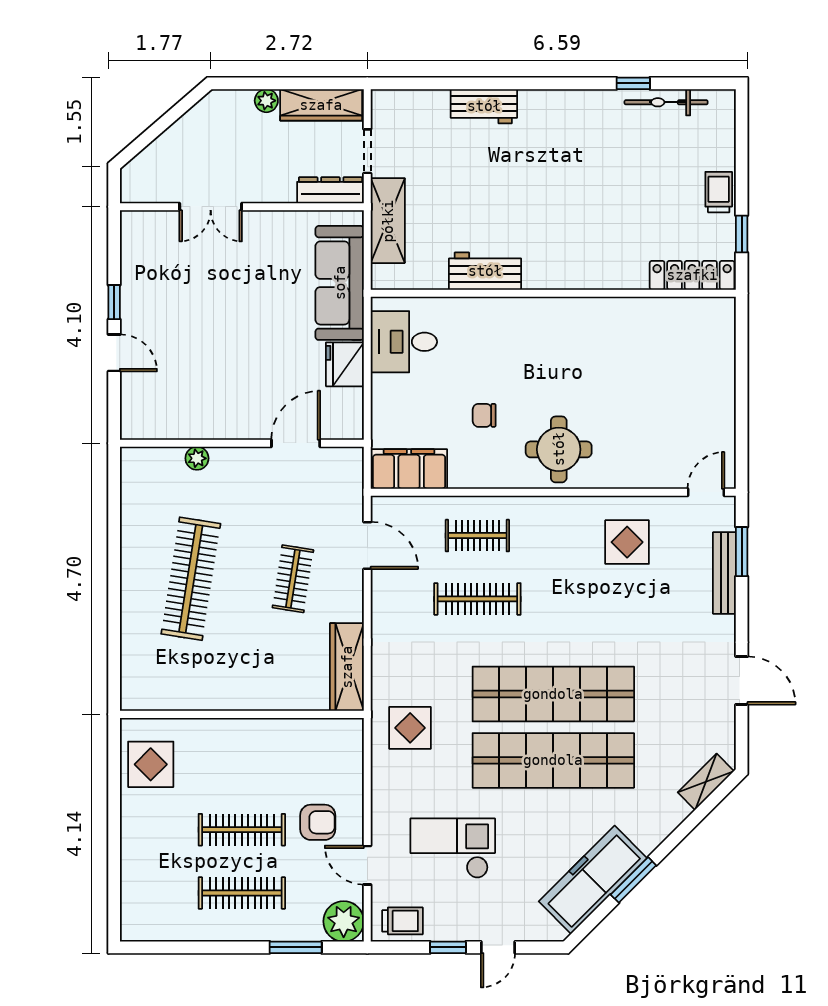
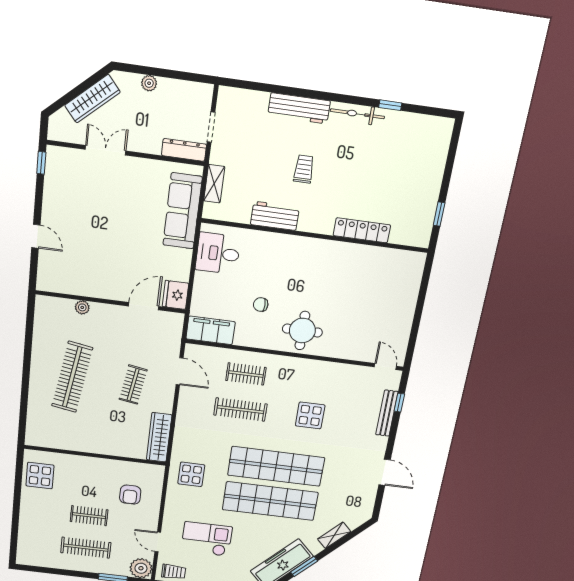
bicycle: (666, 102) -> (357, 114), moved
wardrobe: (321, 105) -> (92, 99), moved, turned -41
workbench: (484, 106) -> (299, 108), width x1.38
trolley: (719, 192) -> (304, 169), moved
double door: (211, 207) -> (106, 150), swing flipped
shelving: (388, 221) -> (214, 184), width x0.67, depth x0.75
locker: (692, 275) -> (362, 230), moved
window: (114, 302) -> (41, 163), moved
fridge: (345, 364) -> (175, 295), moved
door: (706, 492) -> (385, 367), hinge flipped
display table: (627, 542) -> (310, 415), moved
window: (742, 552) -> (399, 403), width x0.67
shelving: (706, 782) -> (334, 535), moved
armchair: (318, 822) -> (130, 495), moved, turned 90
clothes rail: (242, 830) -> (89, 516), width x0.73

